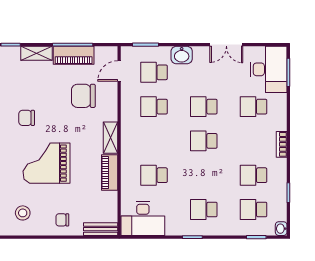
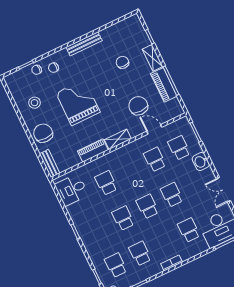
door: (119, 71) -> (154, 129), moved
chair: (27, 118) -> (122, 62), moved
school desk: (204, 209) -> (123, 218), moved
desk: (143, 219) -> (72, 190), width x0.73
chair: (62, 220) -> (43, 133), width x1.87, depth x1.87

